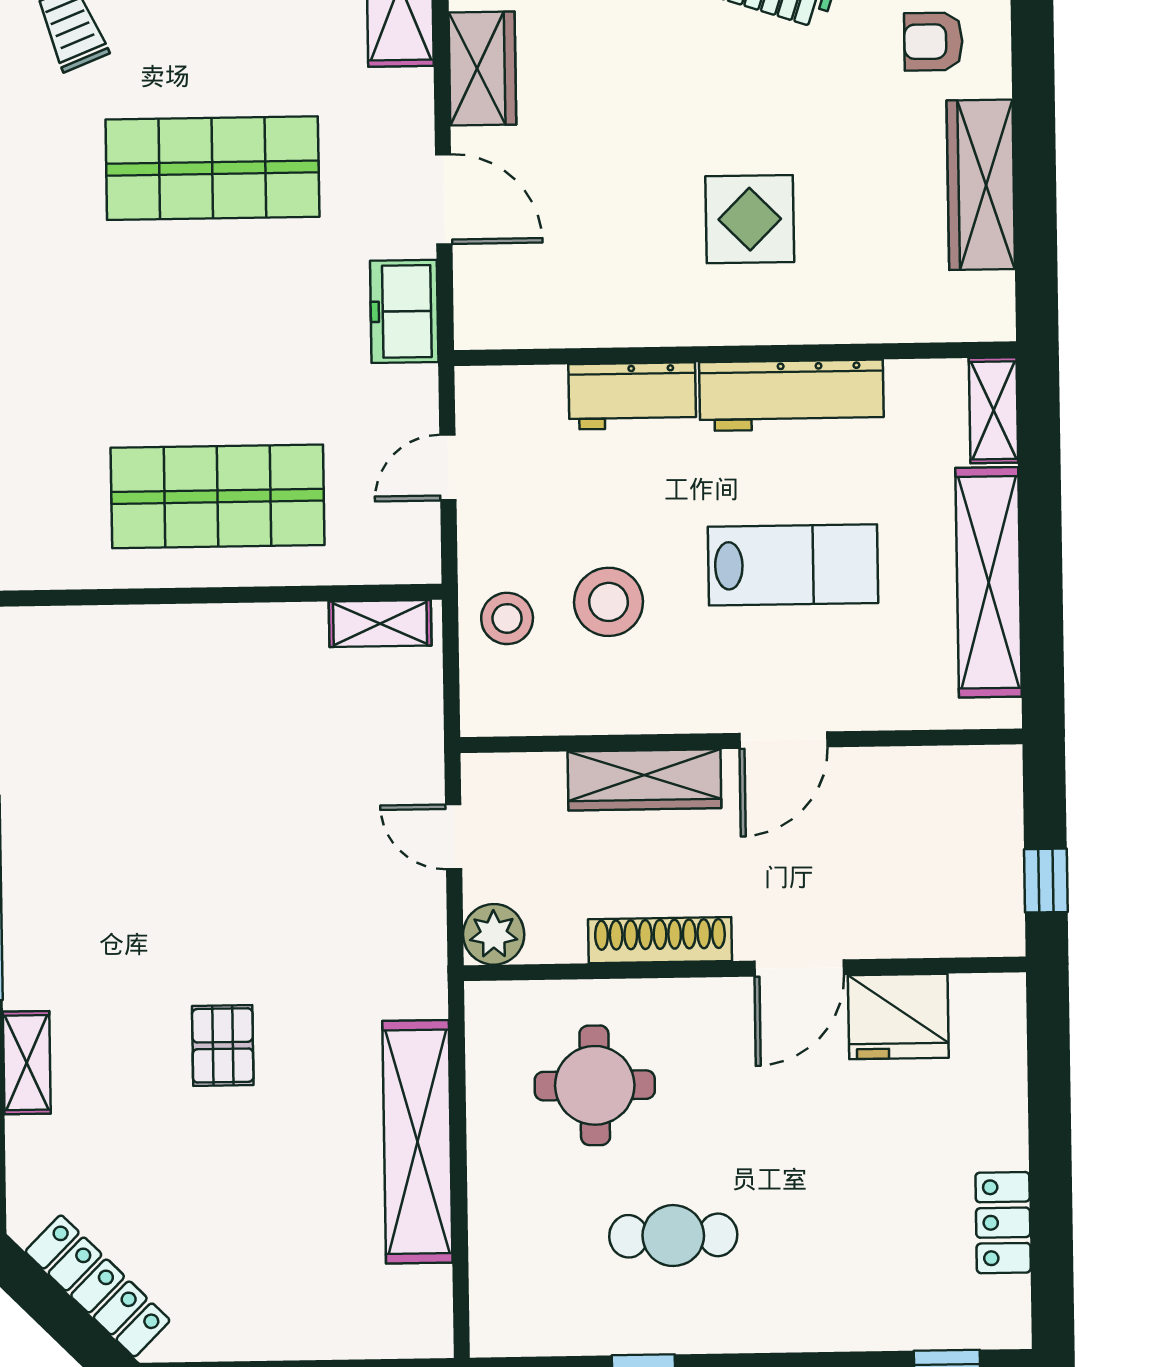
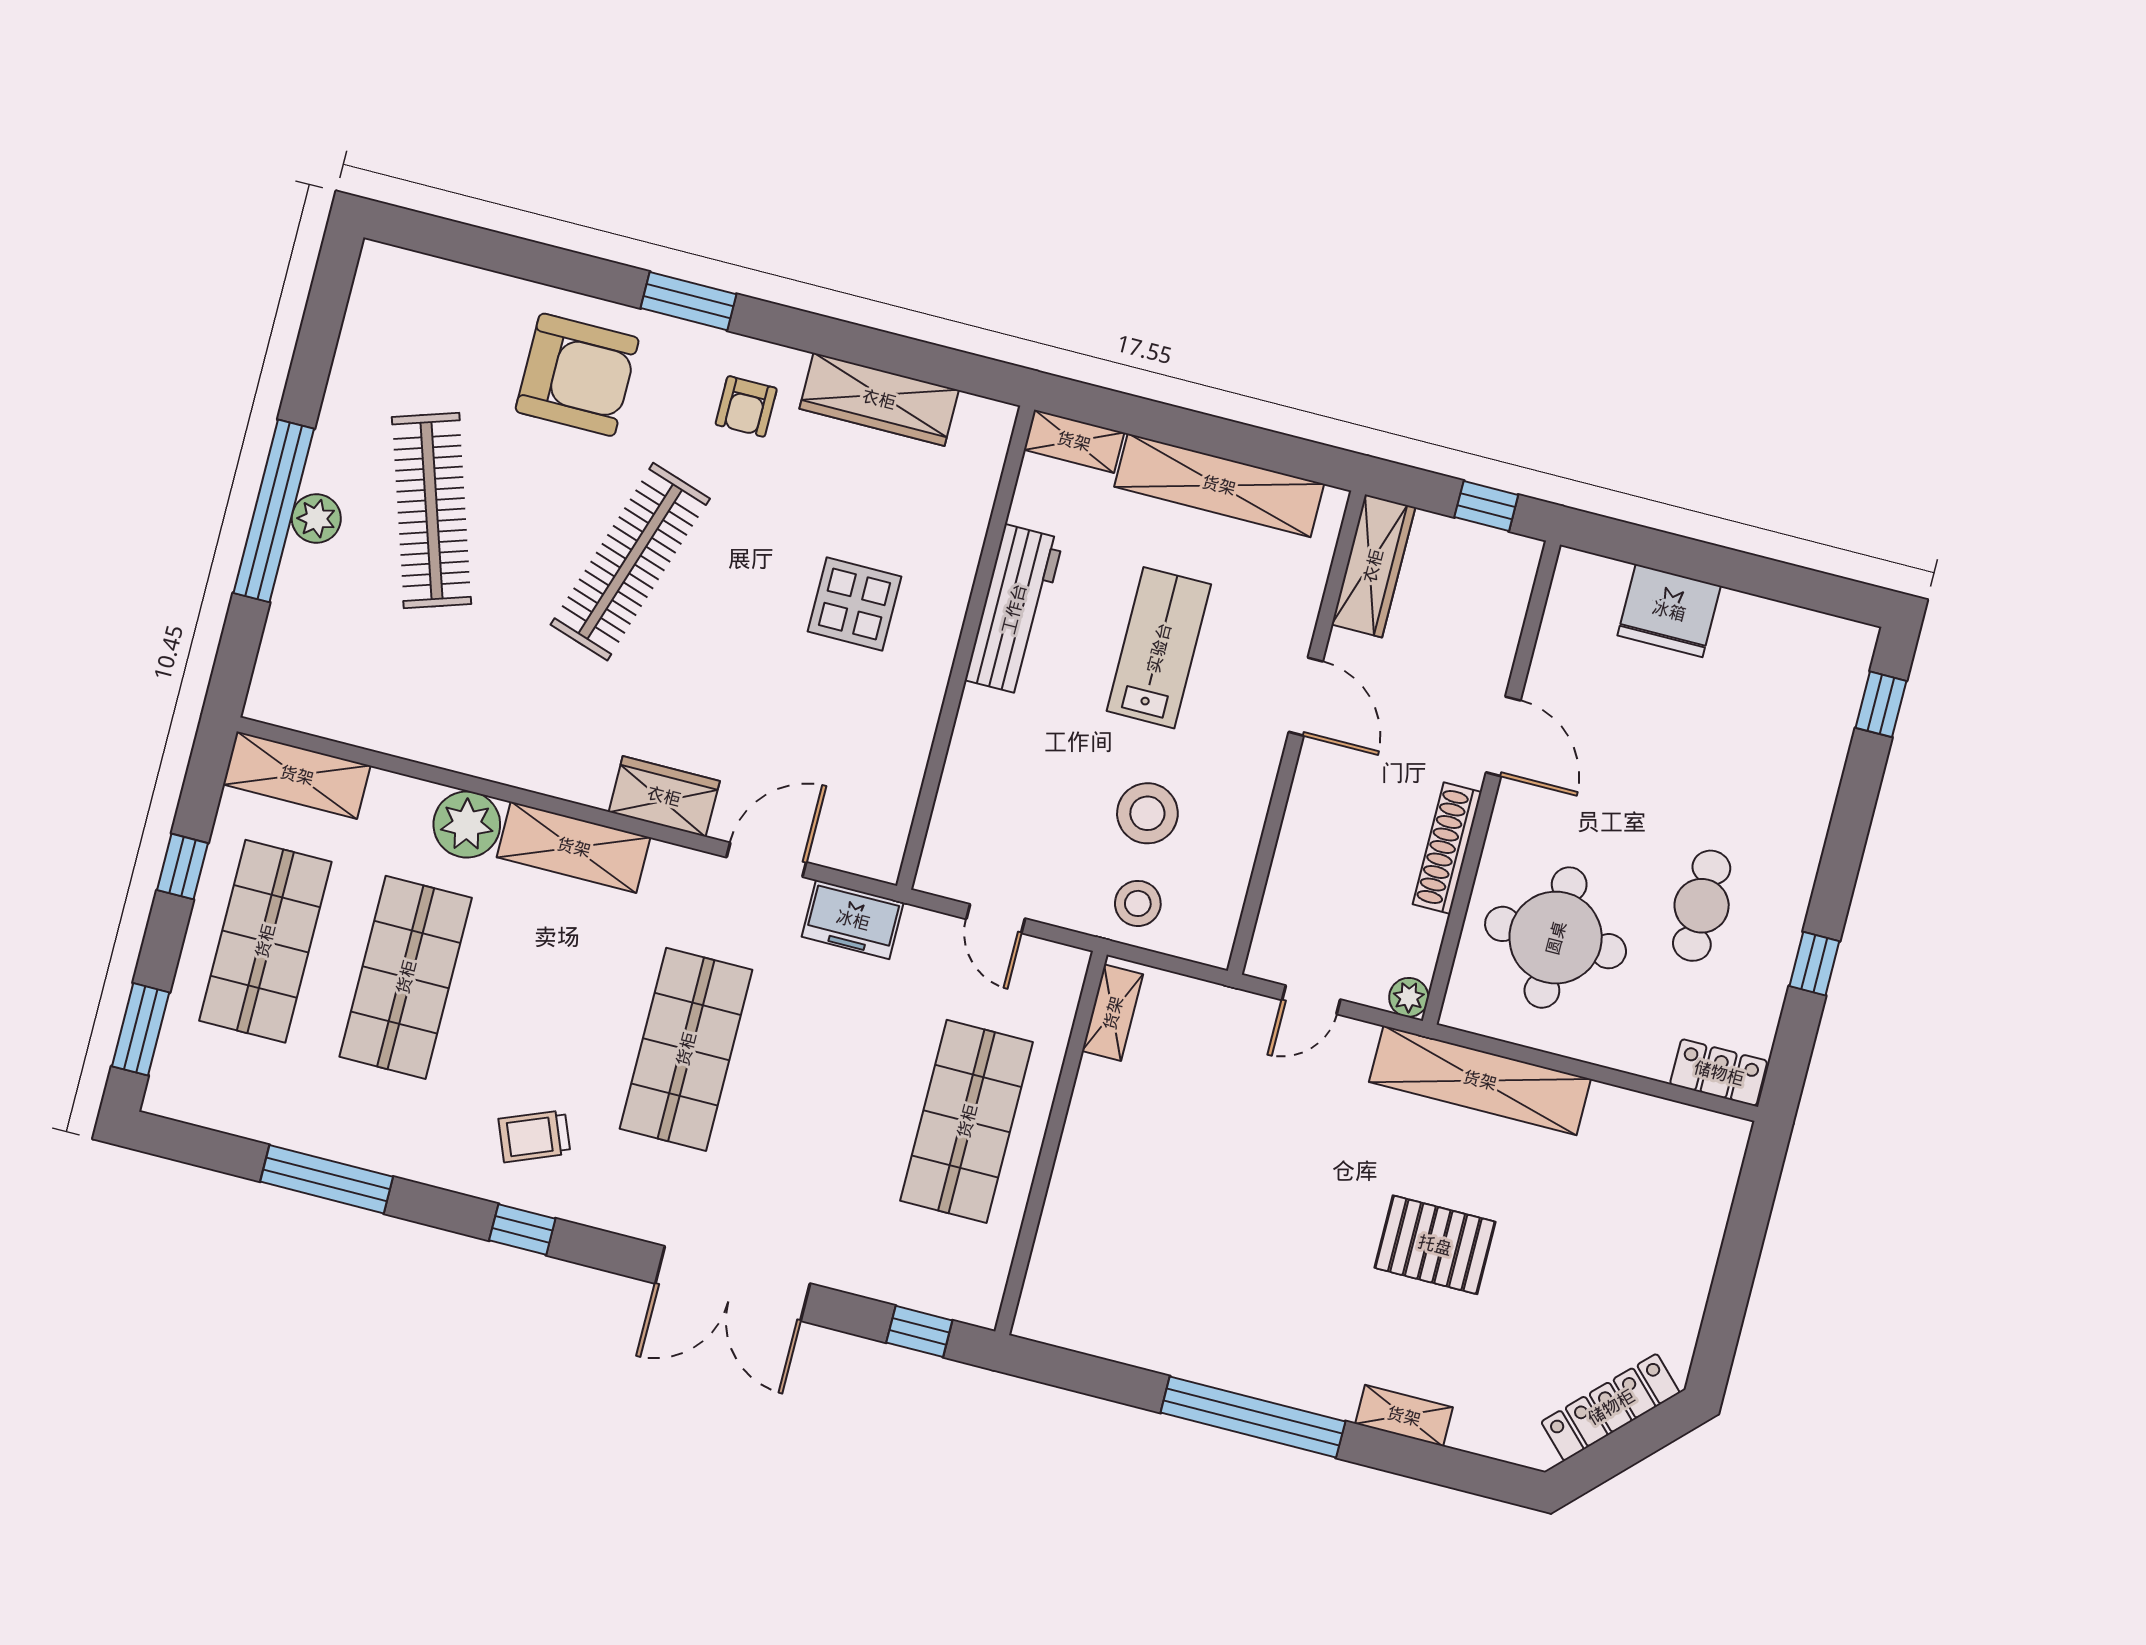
workbench: (632, 396) -> (978, 745), removed
wardrobe: (644, 780) -> (1373, 566), moved
plant: (494, 934) -> (1409, 997), width x0.73, depth x0.73
fridge: (898, 1016) -> (1669, 611), moved, turned 90
pallet: (223, 1045) -> (1435, 1245), width x1.50, depth x1.42
round table: (595, 1085) -> (1556, 938), width x1.36, depth x1.36
shelving: (417, 1142) -> (1480, 1080), moved
locker: (1003, 1223) -> (1719, 1073), moved, turned 180

